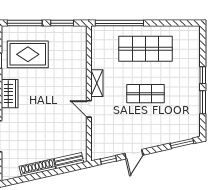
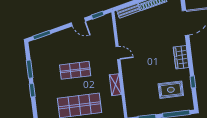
rug: (28, 54) -> (171, 90), width x0.73, depth x0.70
shelving: (97, 83) -> (115, 85), moved
door: (134, 154) -> (78, 22), swing flipped

